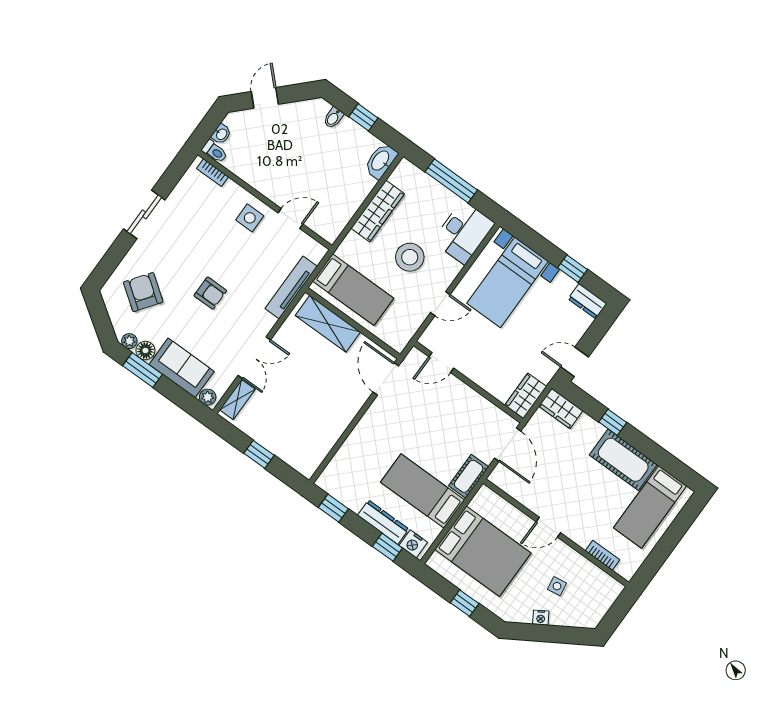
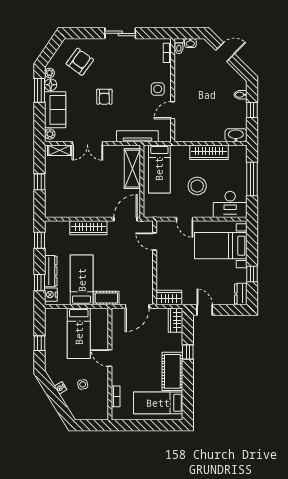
door: (291, 219) -> (173, 110), swing flipped
wardrobe: (363, 434) -> (88, 228), added
bed: (483, 551) -> (79, 333), width x0.67

